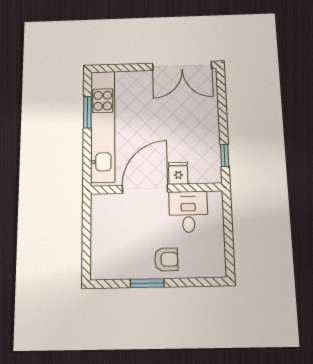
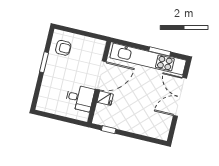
double door: (182, 66) -> (180, 97), moved
door: (145, 189) -> (101, 75), hinge flipped
armchair: (166, 259) -> (63, 48), moved, turned -90

